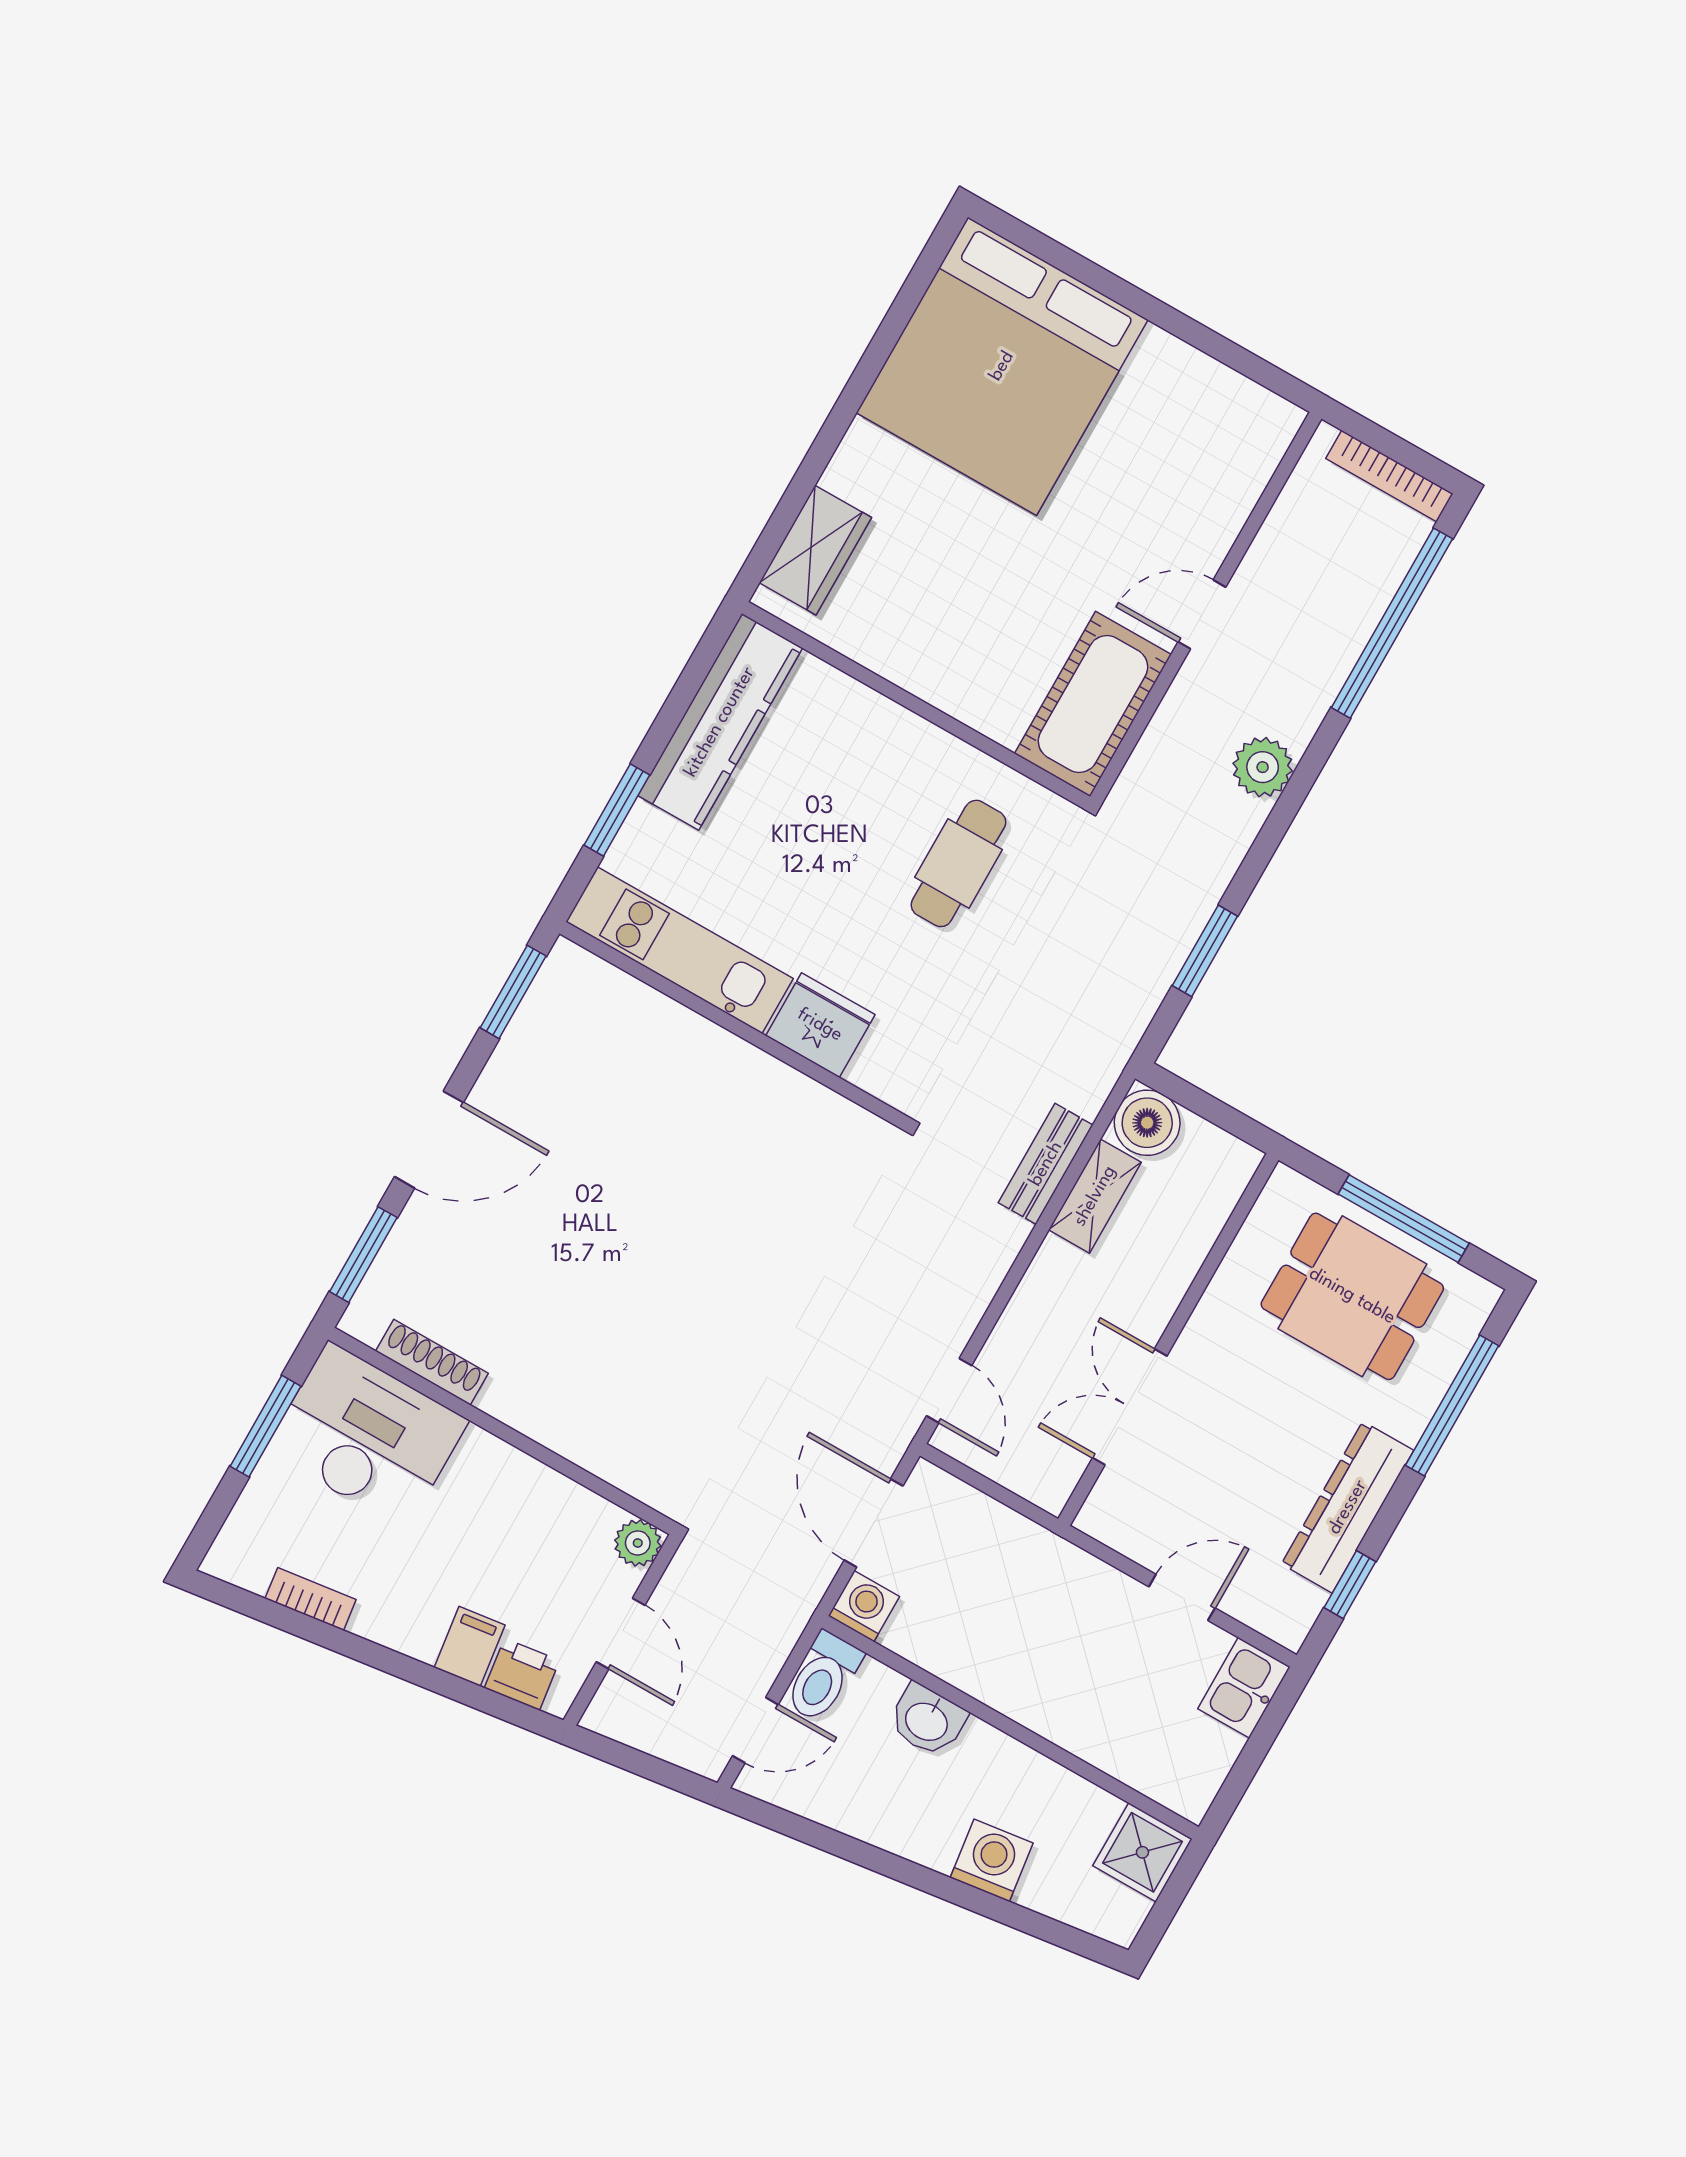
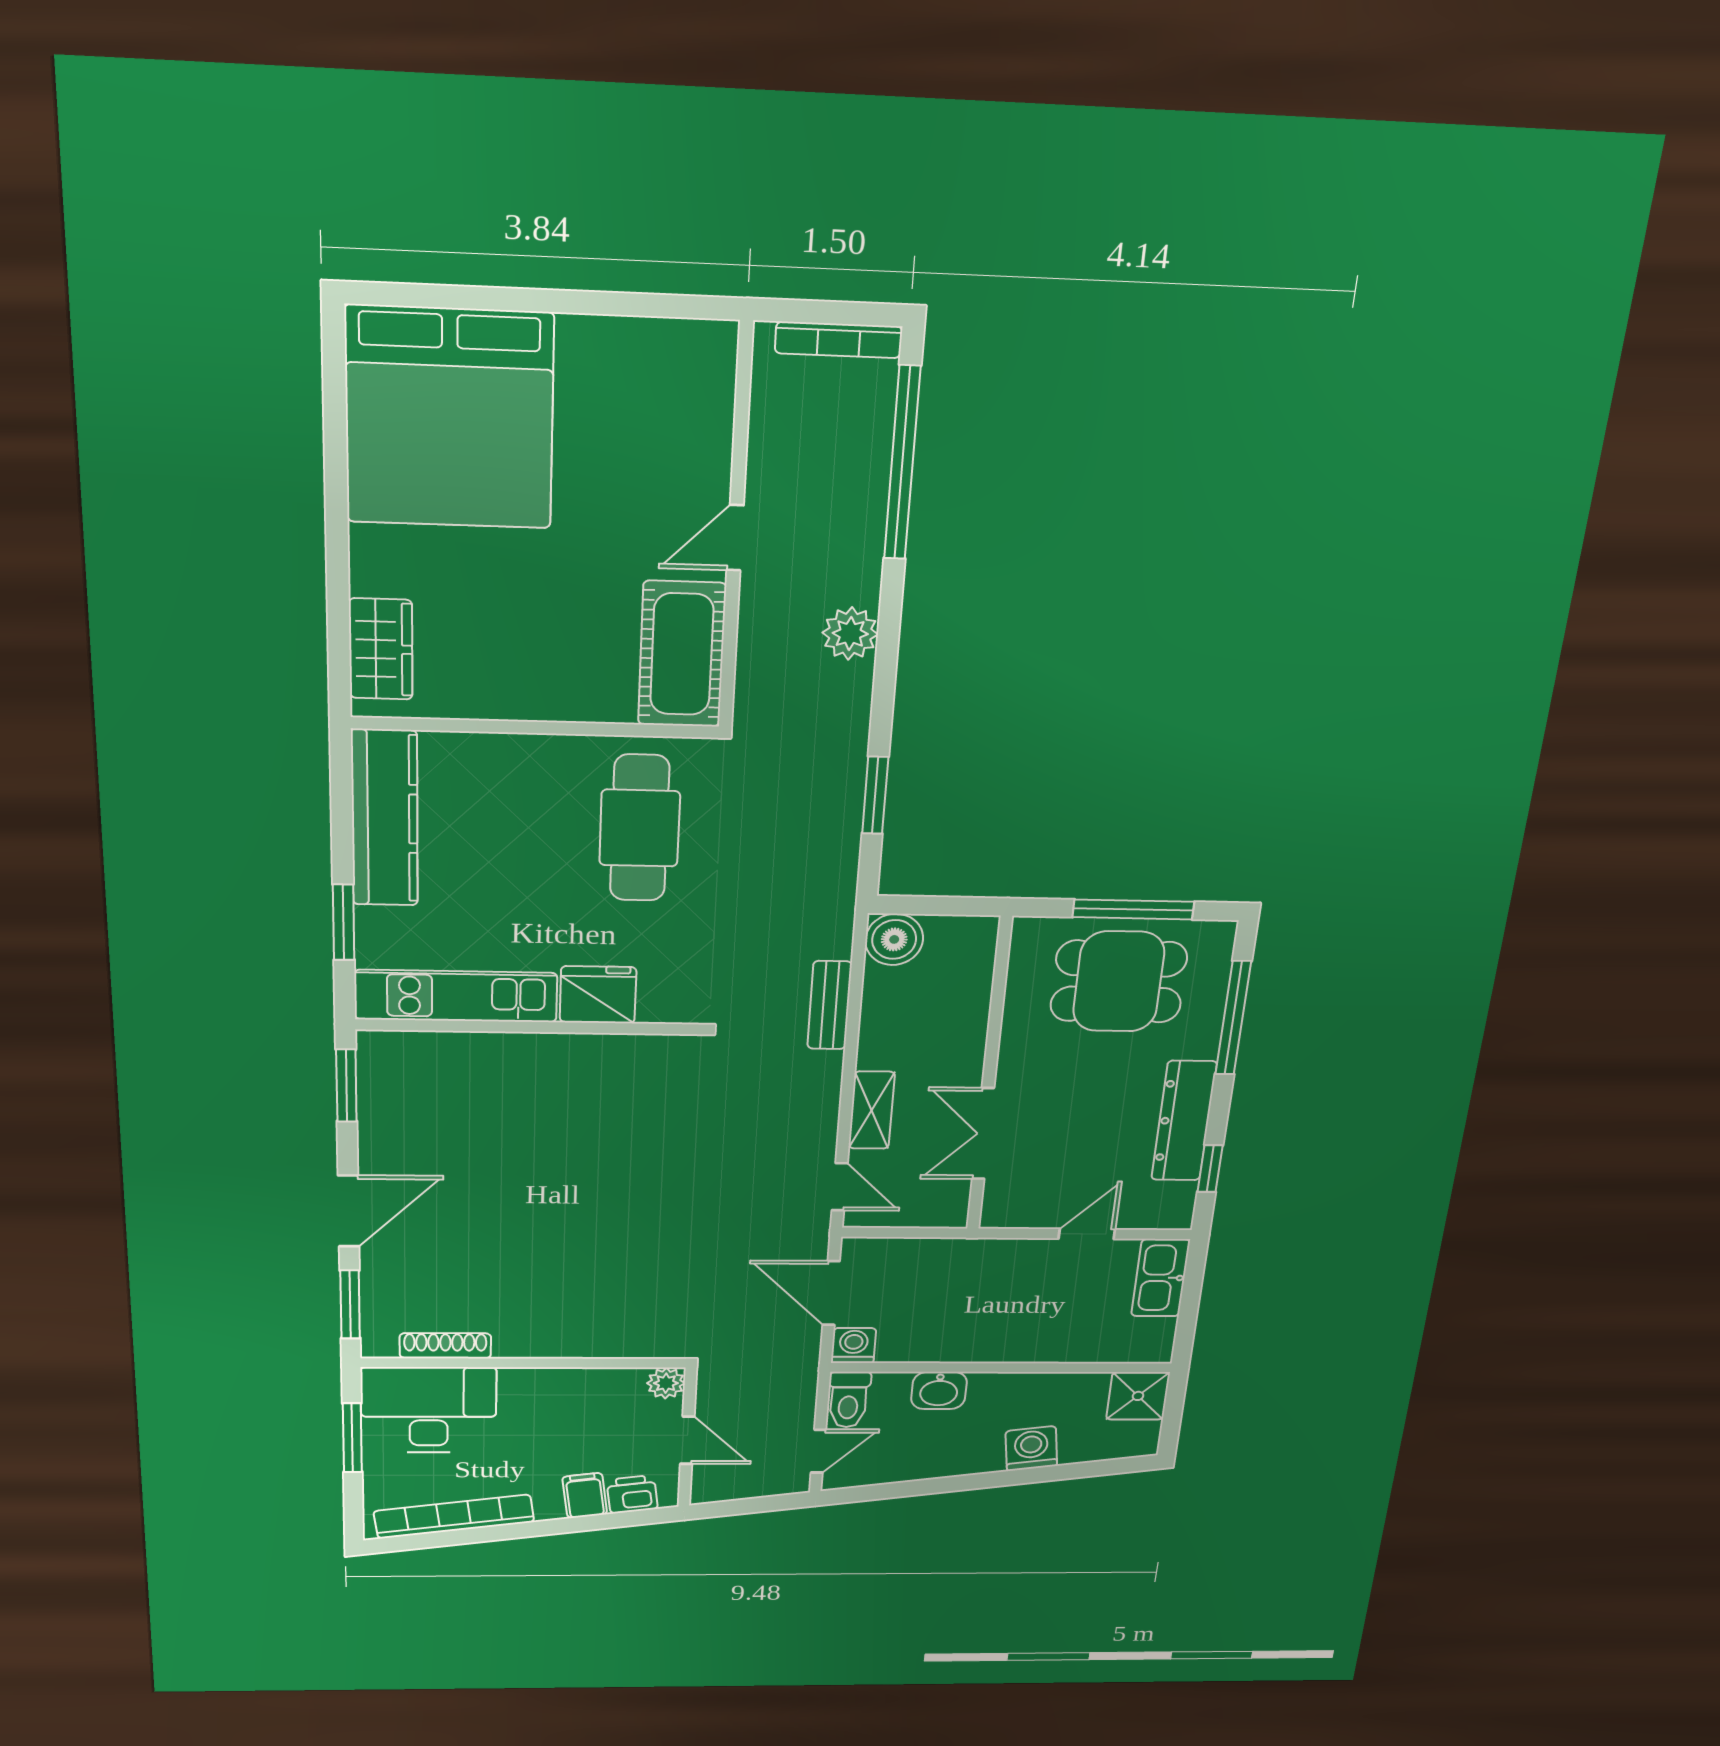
cafe table: (958, 863) -> (640, 828), width x1.37, depth x1.35
shelving: (1095, 1196) -> (872, 1110), moved
bookcase: (311, 1599) -> (454, 1517), width x2.31, depth x1.31
kitchen sink: (1244, 1688) -> (1161, 1278), width x1.38

